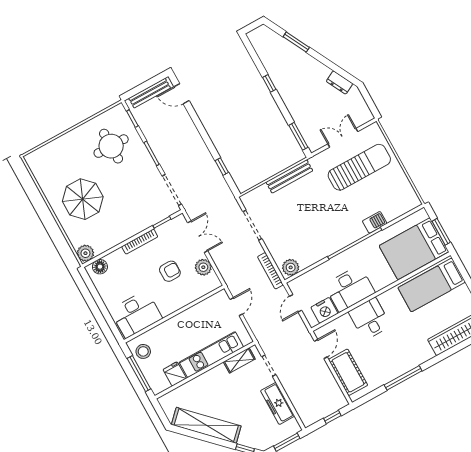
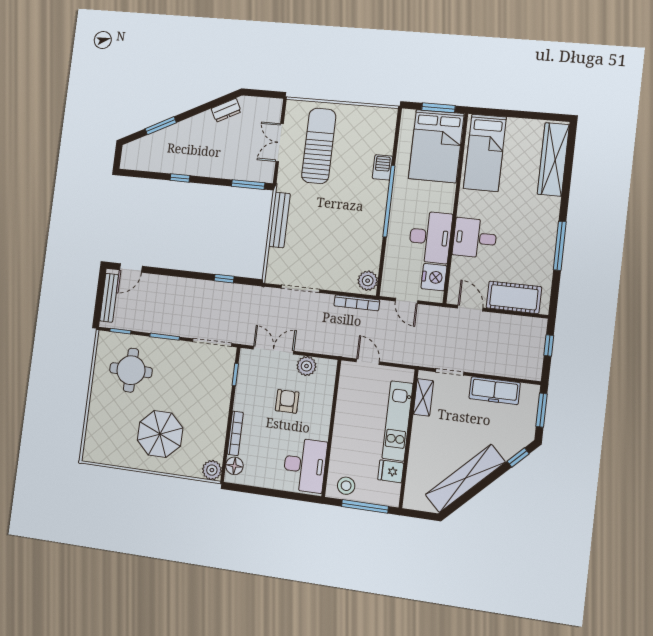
bookcase: (140, 242) -> (235, 433), moved

